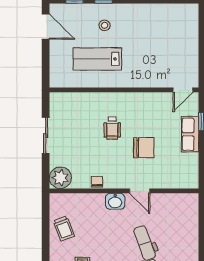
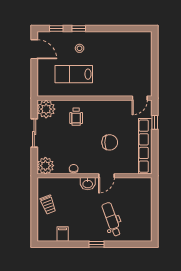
plant: (61, 104) -> (46, 109), added
wheelchair: (112, 128) -> (76, 117), moved
row of seats: (190, 134) -> (145, 146), width x2.02
door: (140, 191) -> (106, 176), hinge flipped

